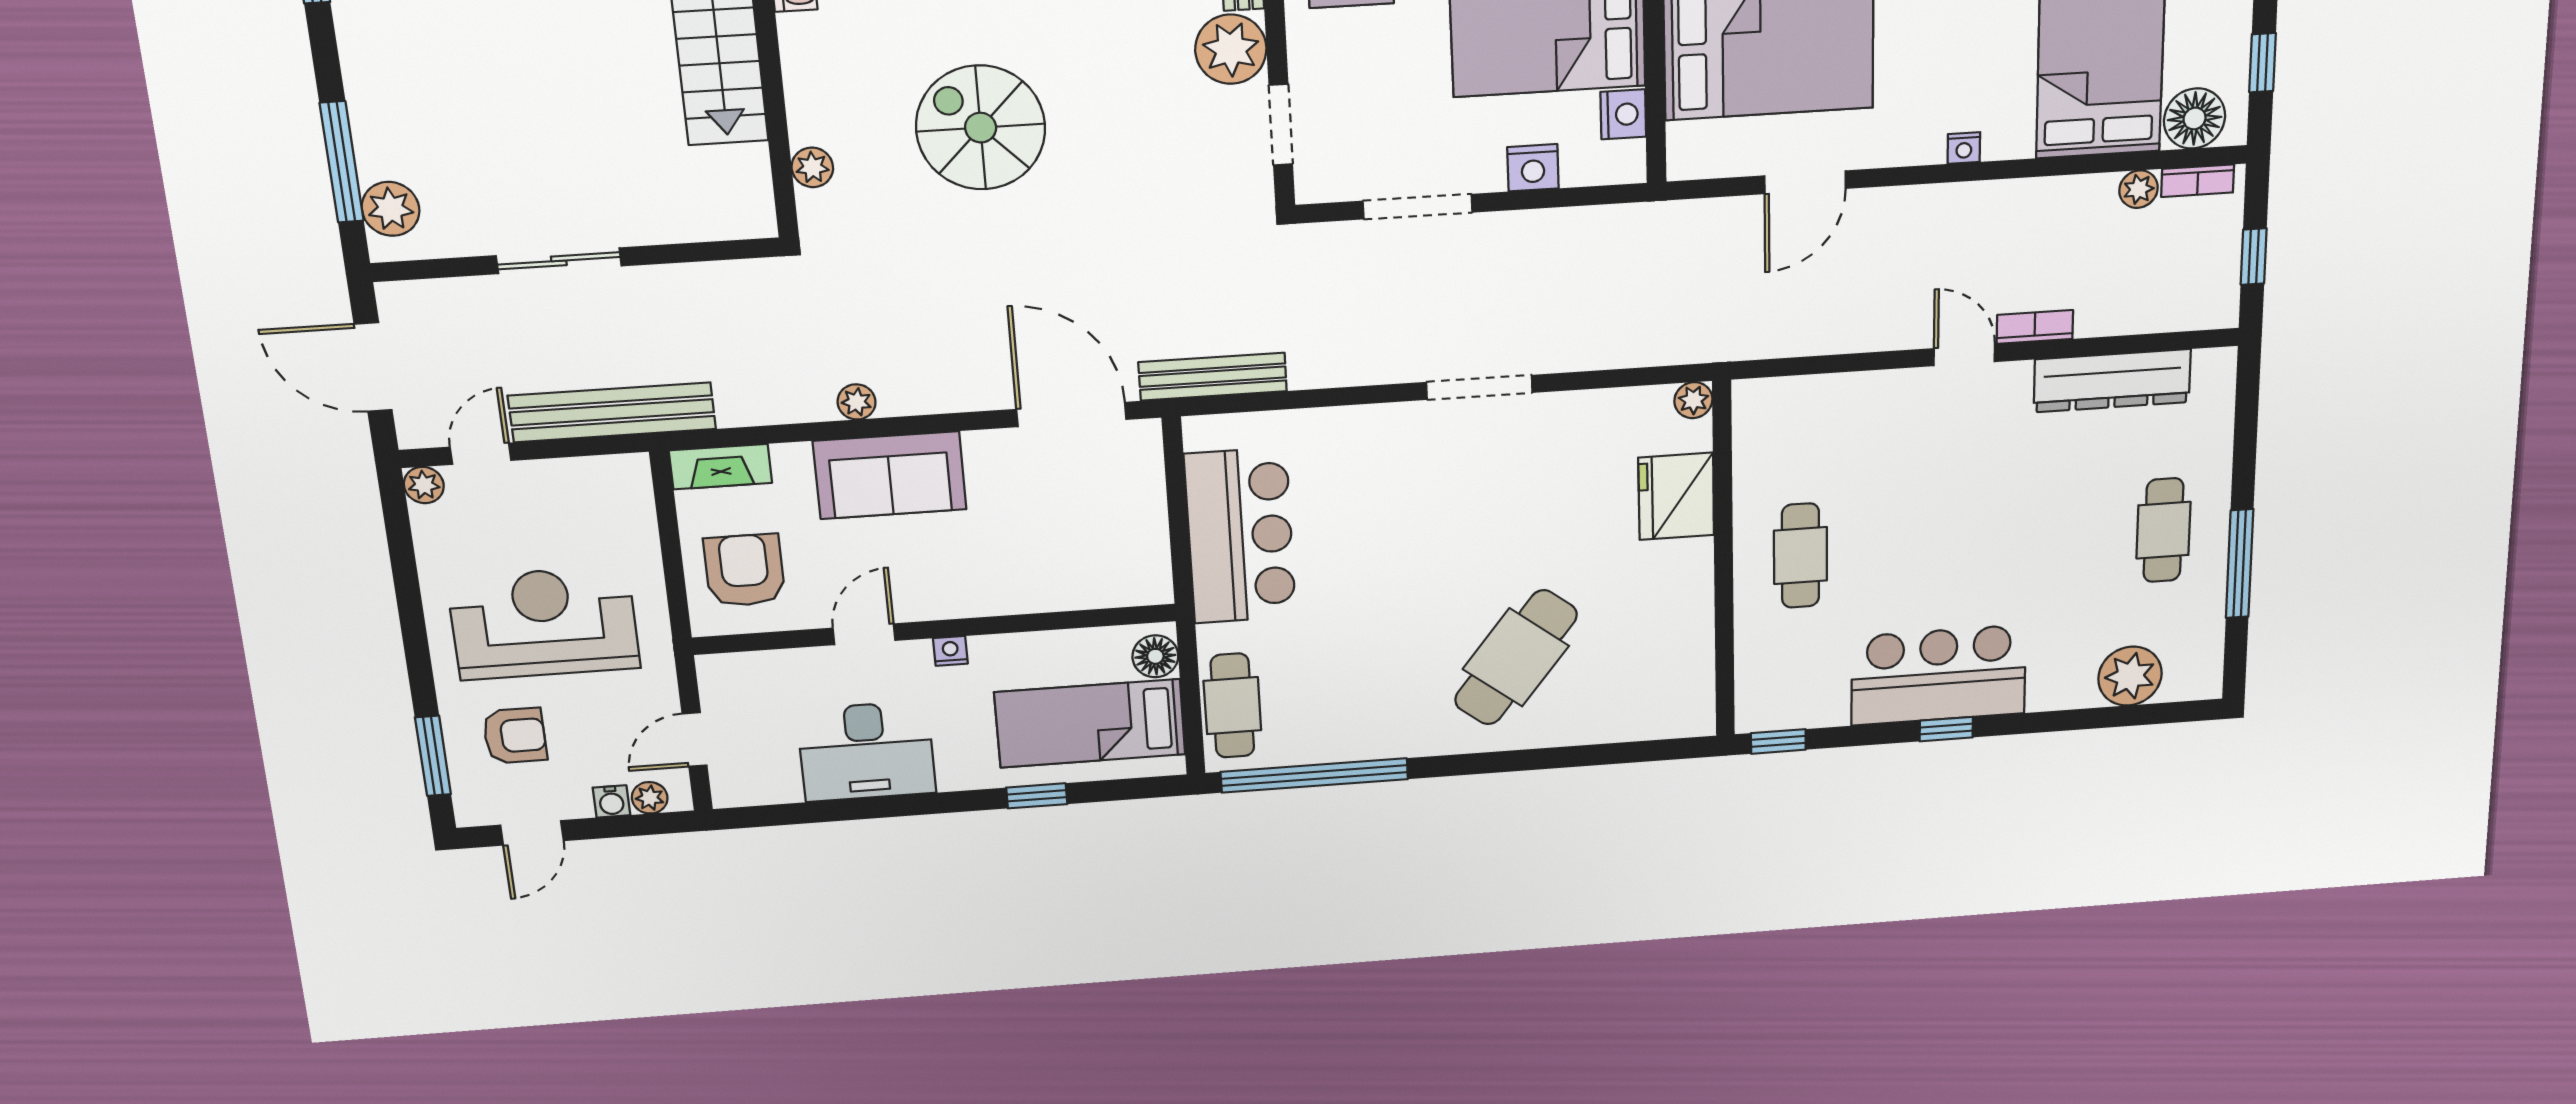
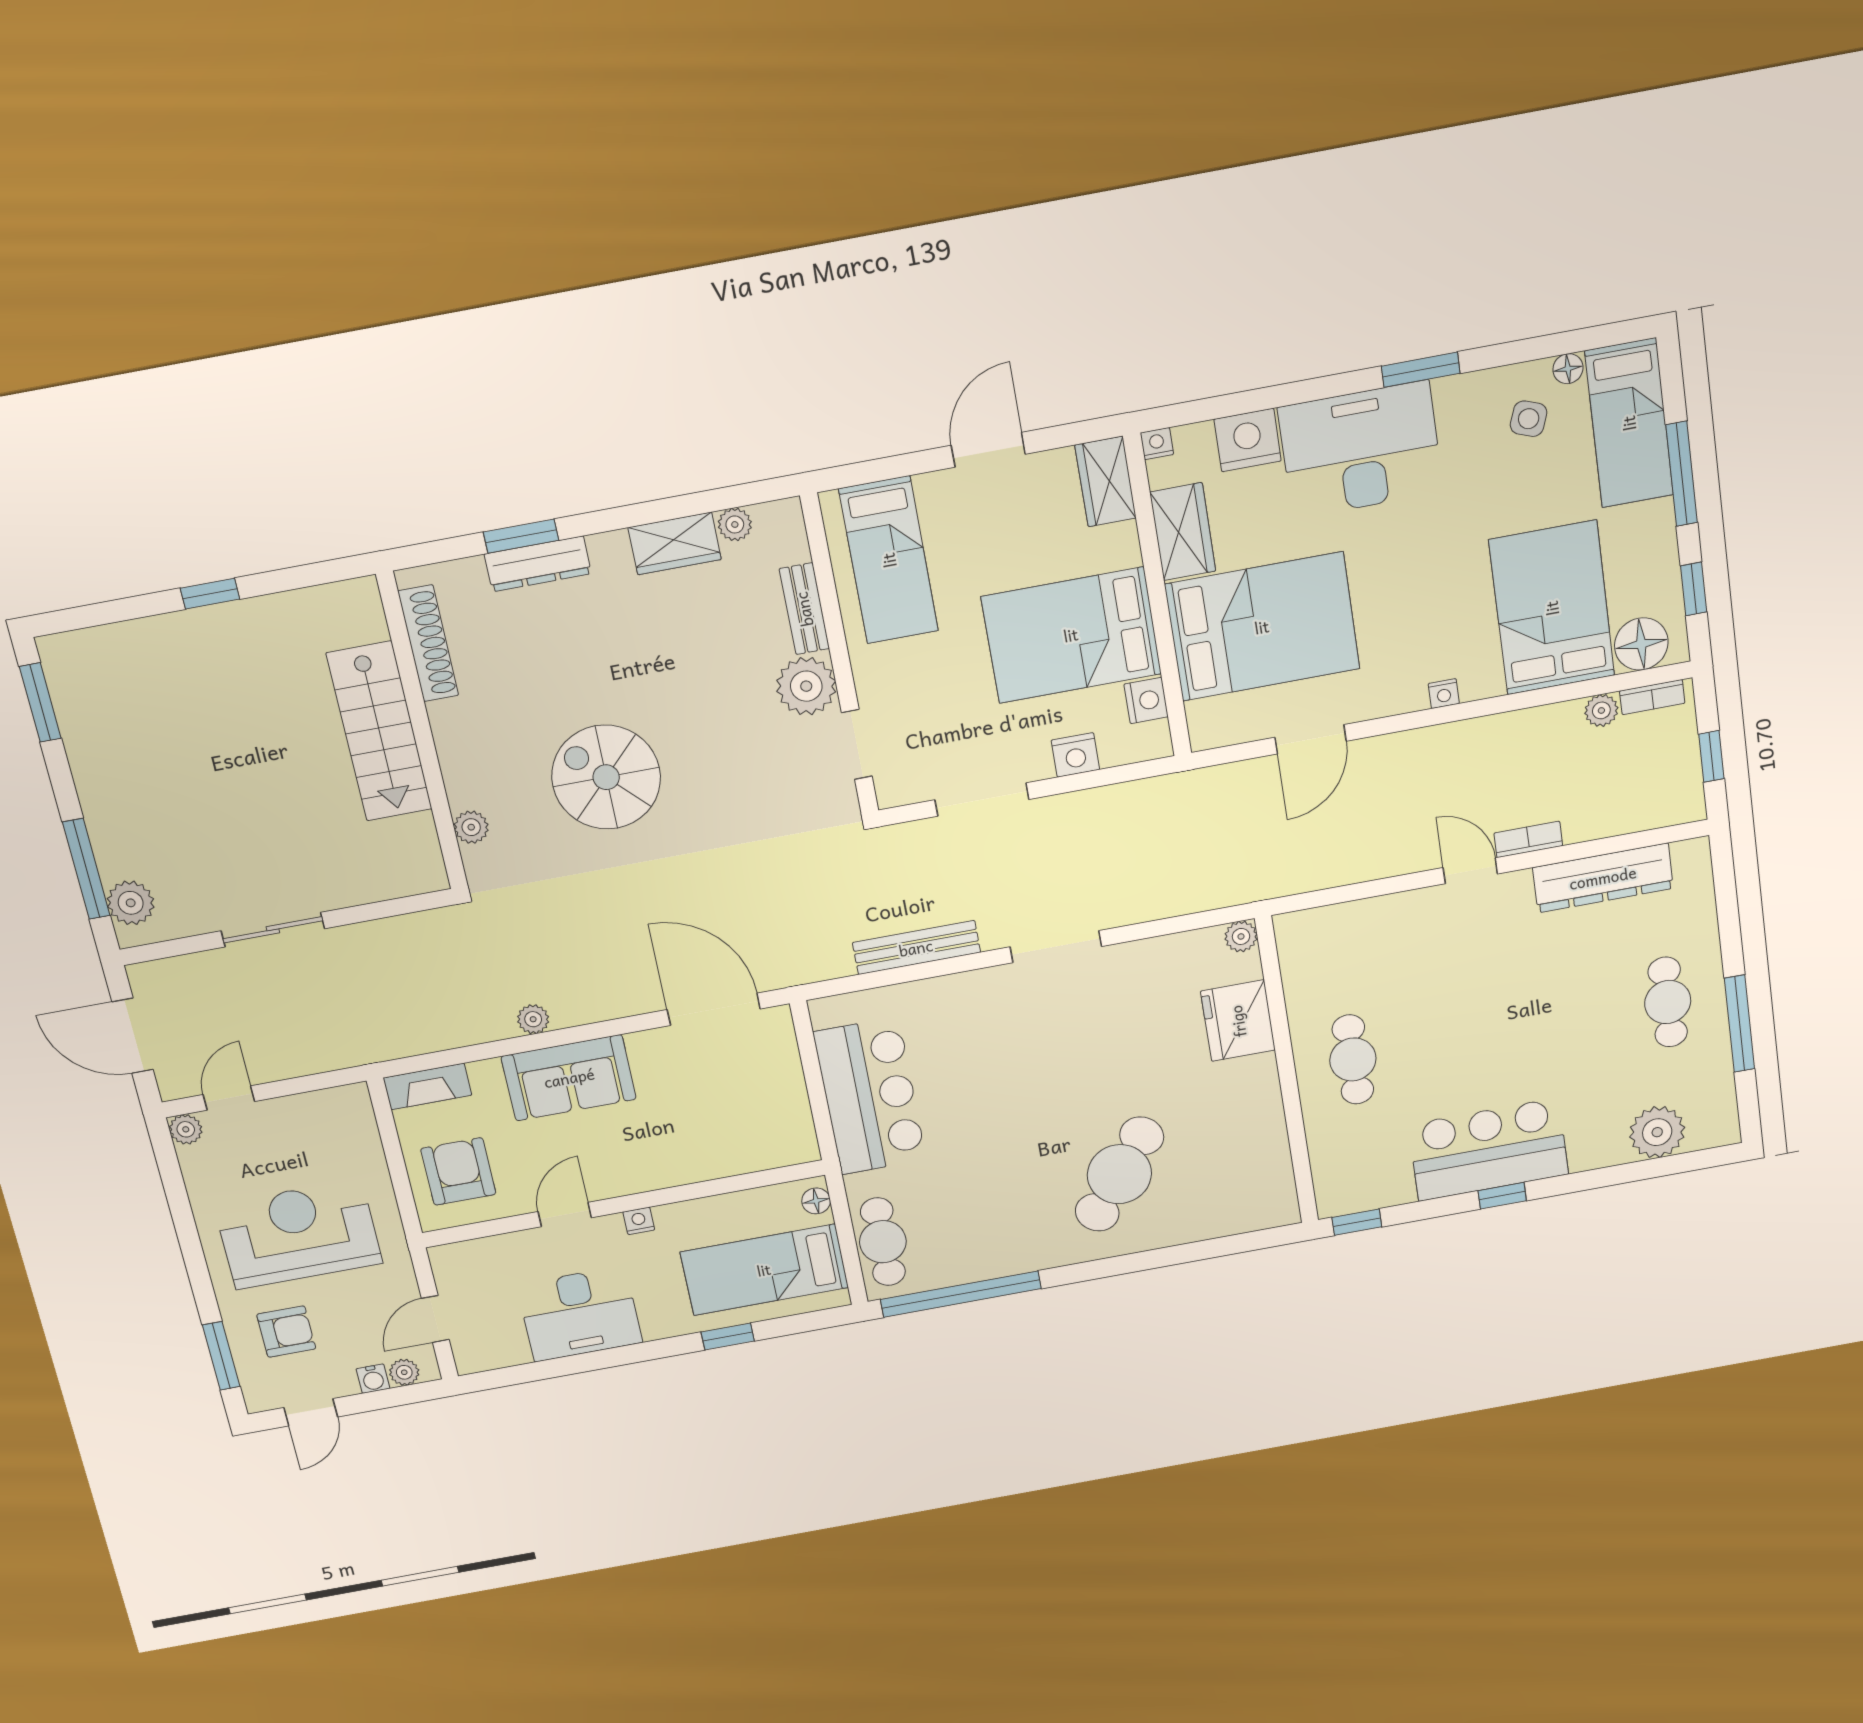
bench: (1213, 377) -> (916, 948), moved
bench: (612, 412) -> (332, 1051), removed
floor lamp: (1155, 656) -> (816, 1201), width x0.73, depth x0.73

